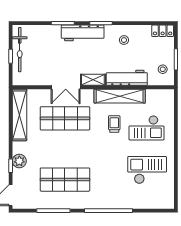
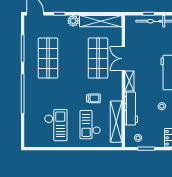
shelving: (120, 96) -> (116, 122), moved
plant: (19, 161) -> (73, 21), moved

